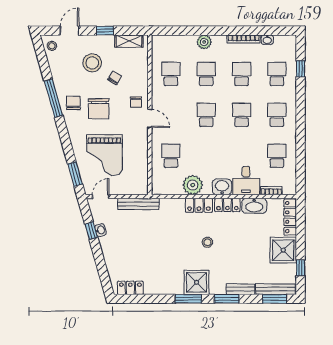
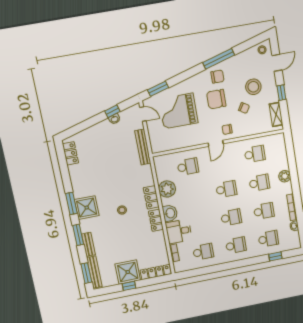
door: (70, 31) -> (277, 63), hinge flipped
washbasin: (254, 206) -> (159, 242), removed
window: (301, 268) -> (129, 286), moved

